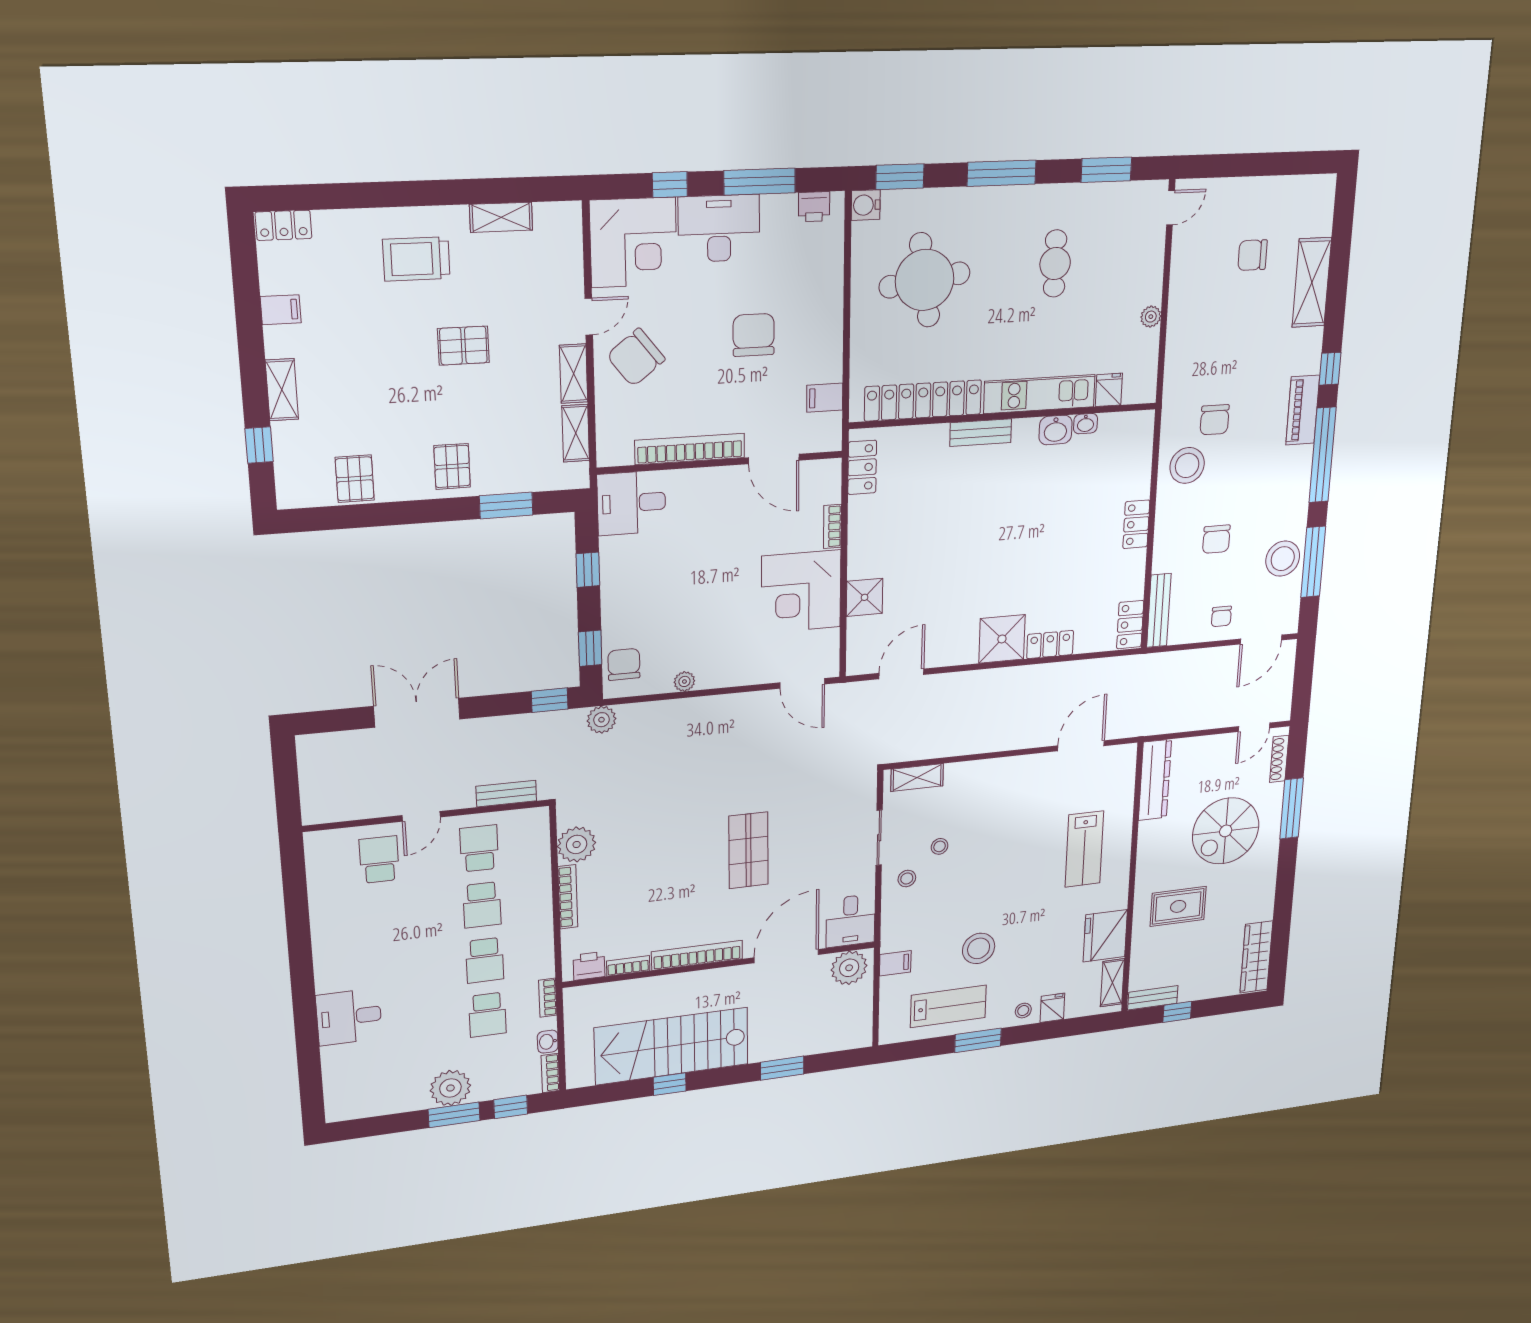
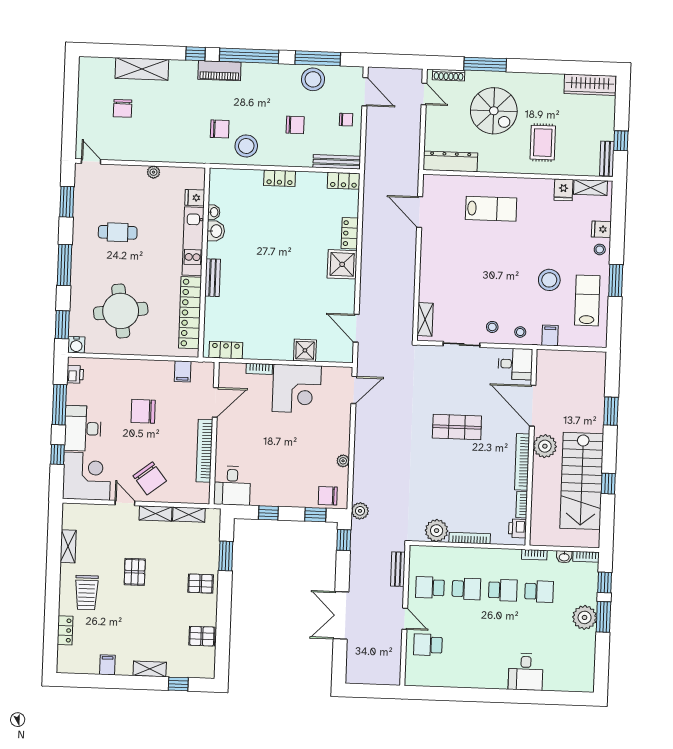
locker: (283, 225) -> (65, 630), moved
stool: (940, 846) -> (520, 332), moved
fridge: (1105, 936) -> (563, 190), width x0.53, depth x0.75
plant: (849, 968) -> (545, 446), moved

